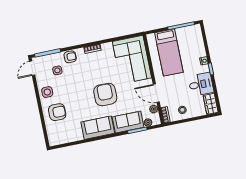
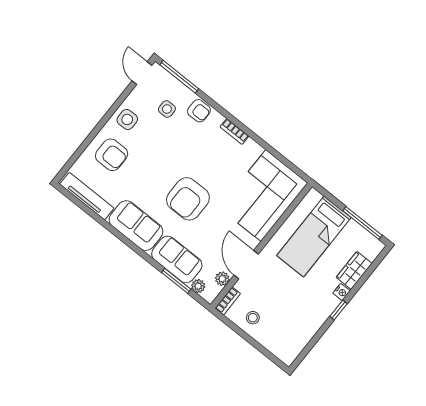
door: (32, 68) -> (142, 73), hinge flipped
desk: (201, 84) -> (307, 314), removed
armchair: (105, 95) -> (188, 199), turned 180
wardrobe: (211, 104) -> (354, 270), moved
tv unit: (66, 139) -> (87, 196), added

